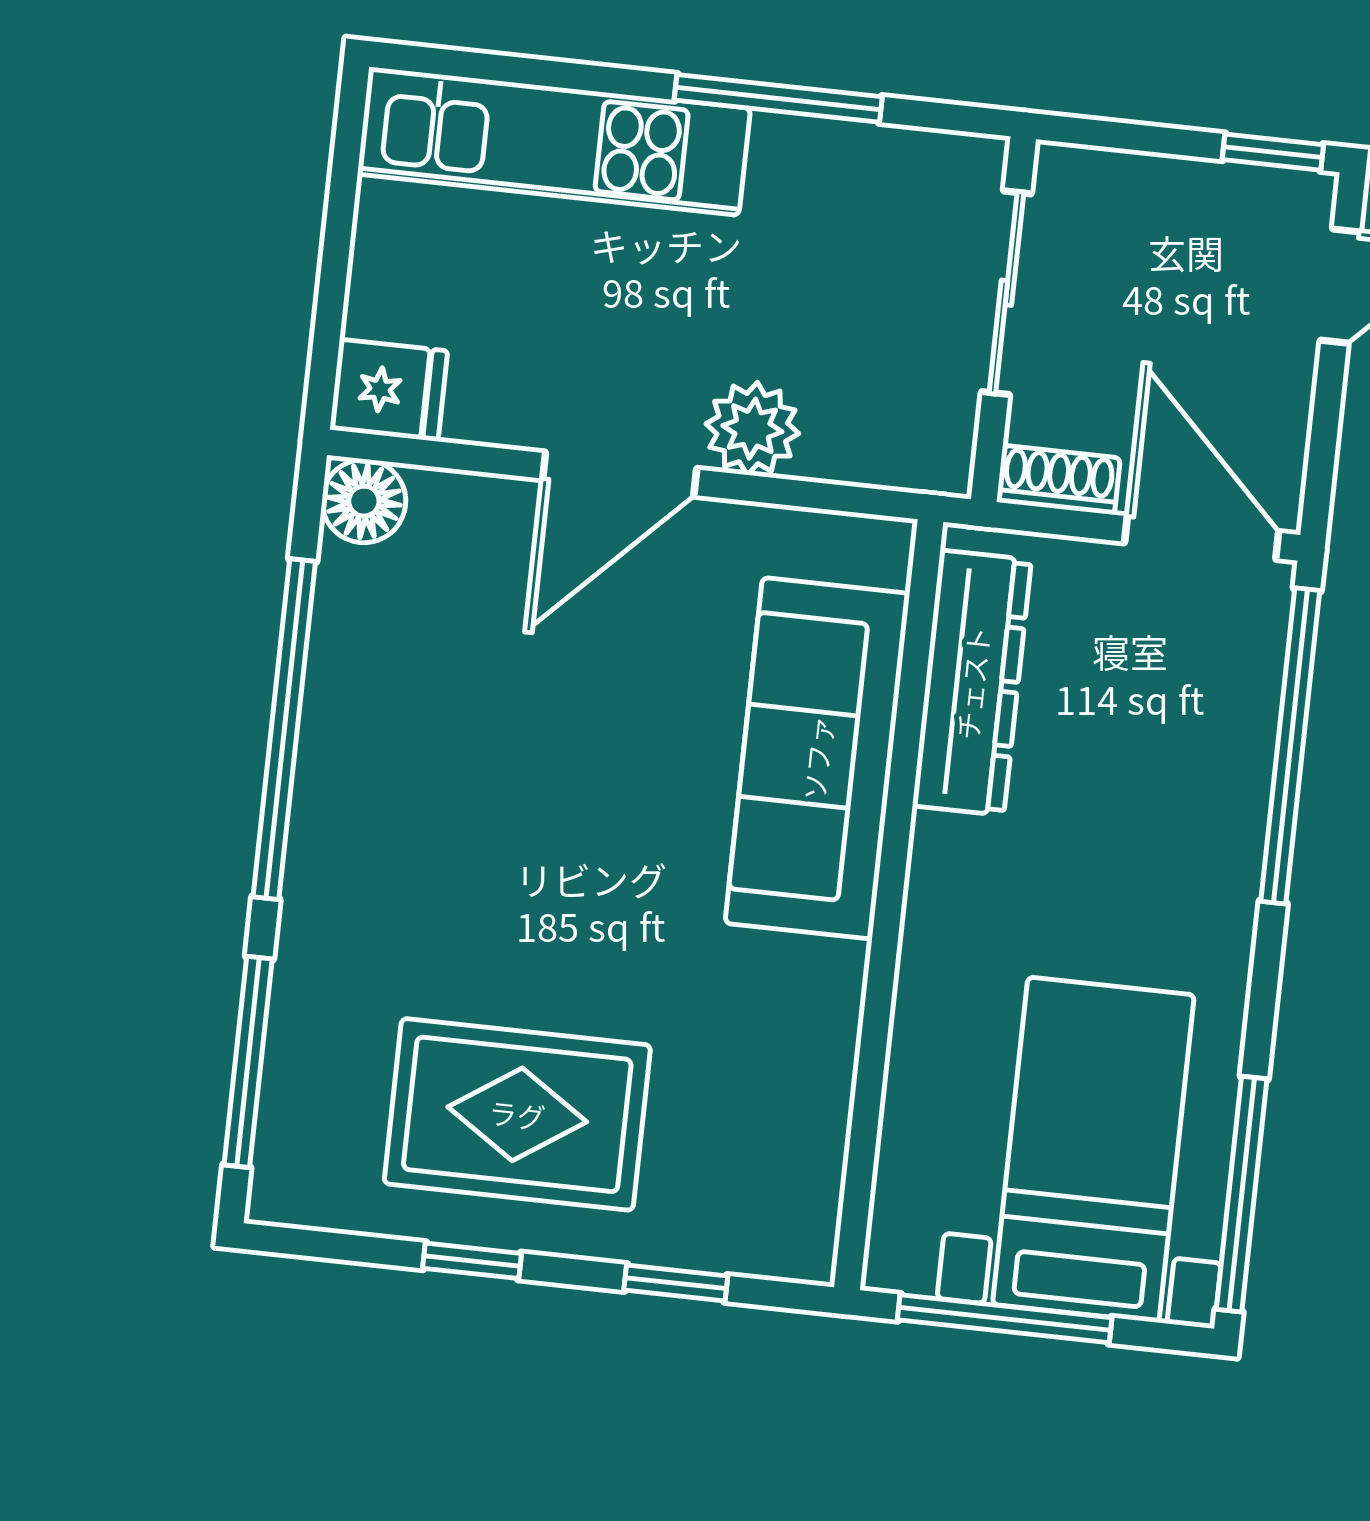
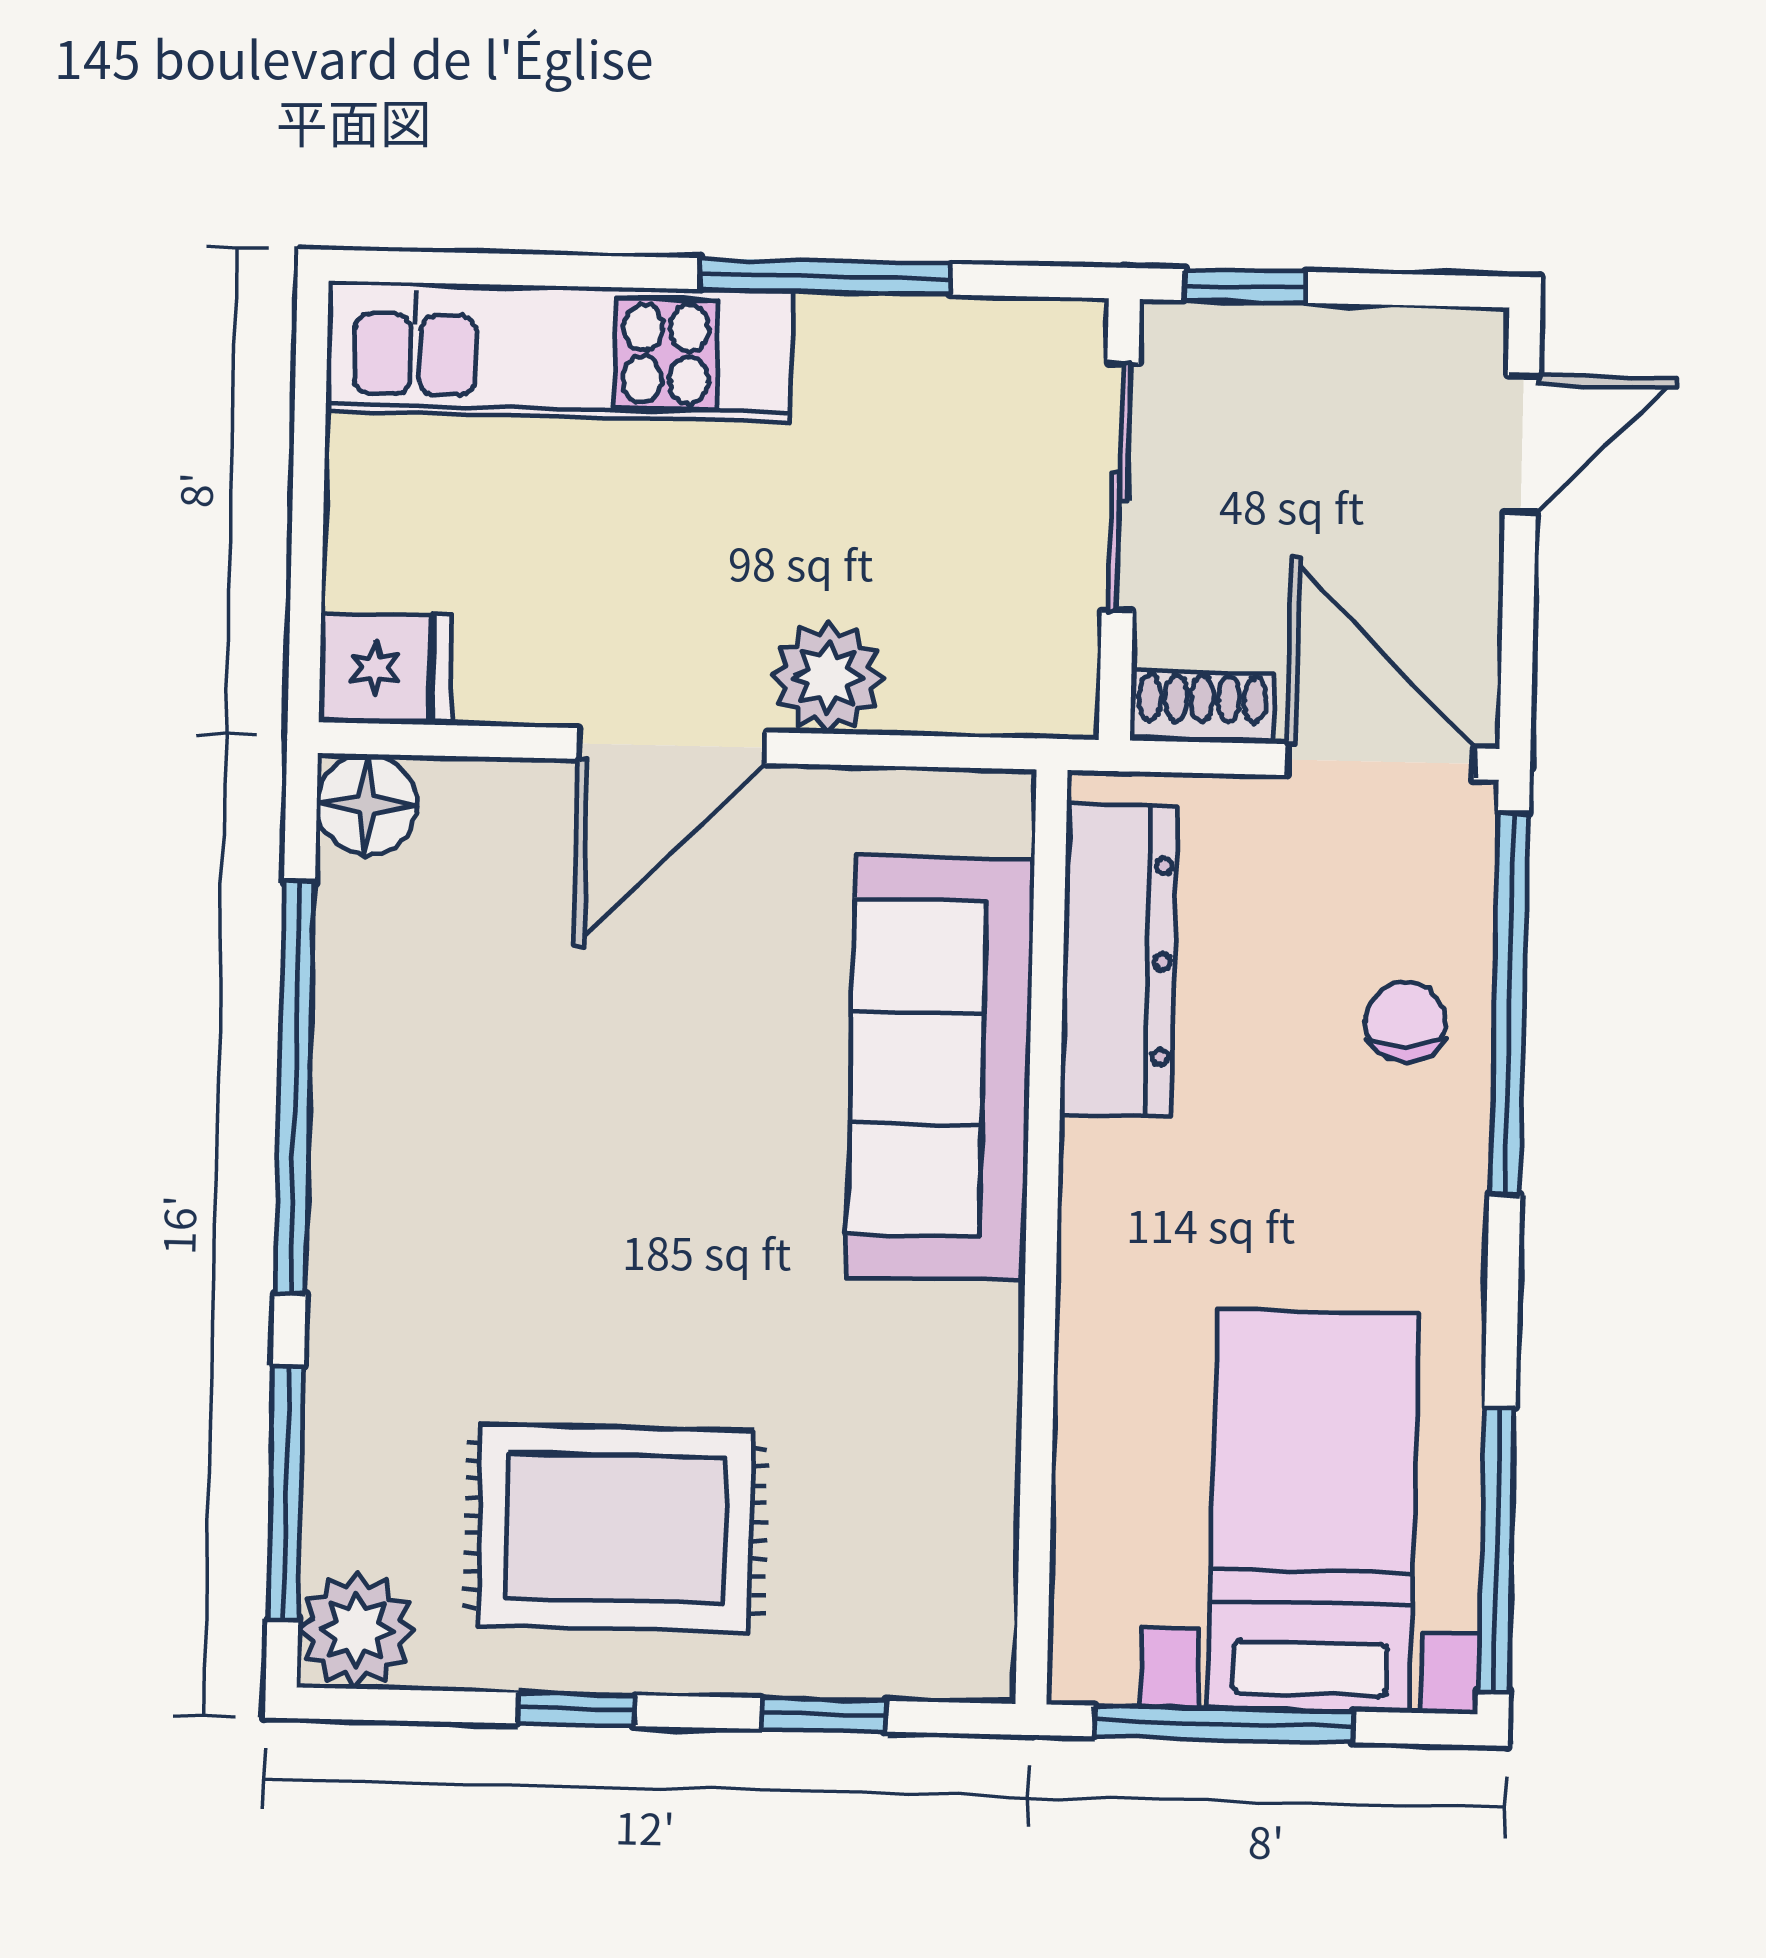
window: (1273, 152) -> (1245, 286), moved
chair: (1204, 753) -> (1406, 1021), added
plant: (297, 1180) -> (356, 1630), added

